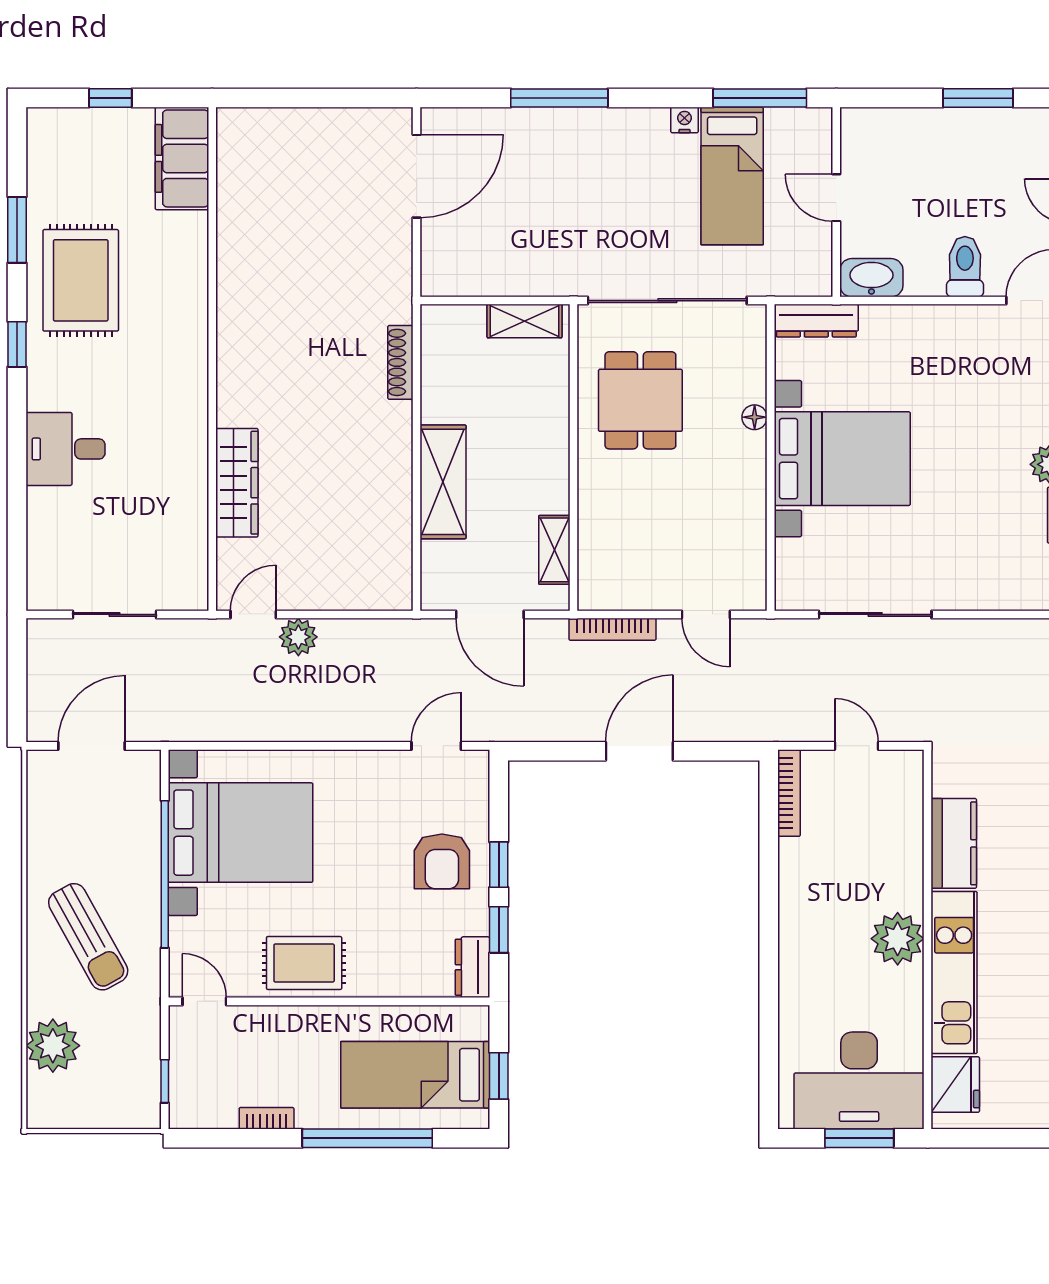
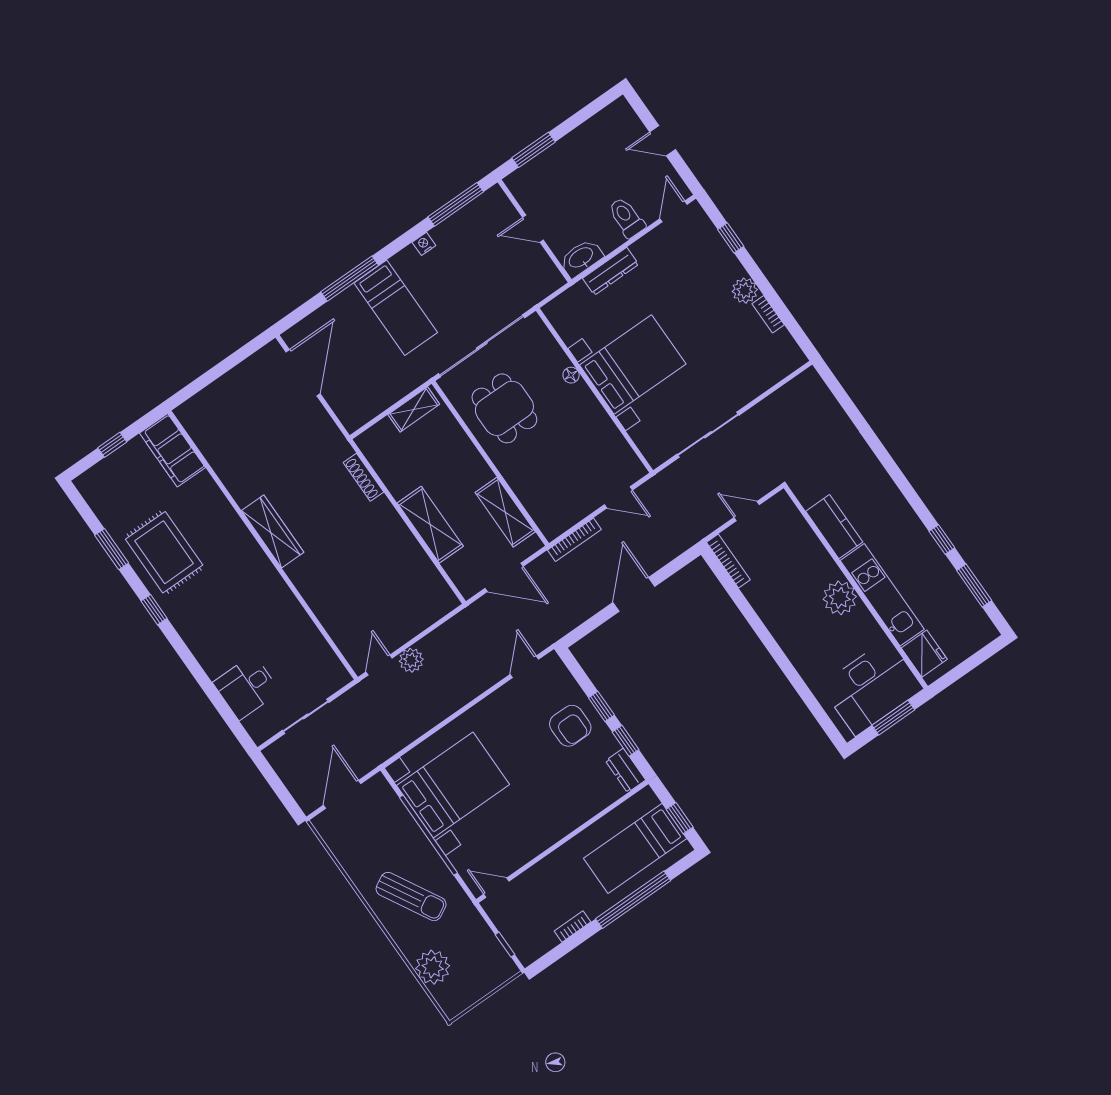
window: (978, 98) -> (534, 150), moved
bed: (732, 176) -> (396, 308), moved
dresser: (816, 321) -> (611, 271), moved
desk: (65, 449) -> (247, 687), moved
wardrobe: (237, 483) -> (273, 531), moved
shelving: (554, 550) -> (505, 512), width x1.50, depth x1.33
rug: (304, 963) -> (535, 830), removed

